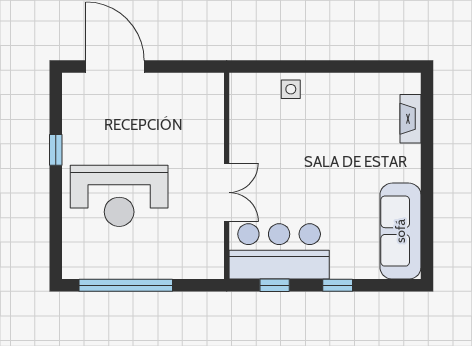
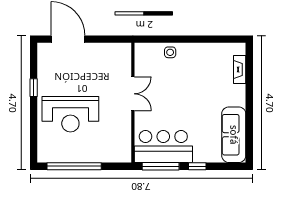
double door: (227, 192) -> (133, 94), moved
window: (275, 285) -> (161, 166), width x2.17

